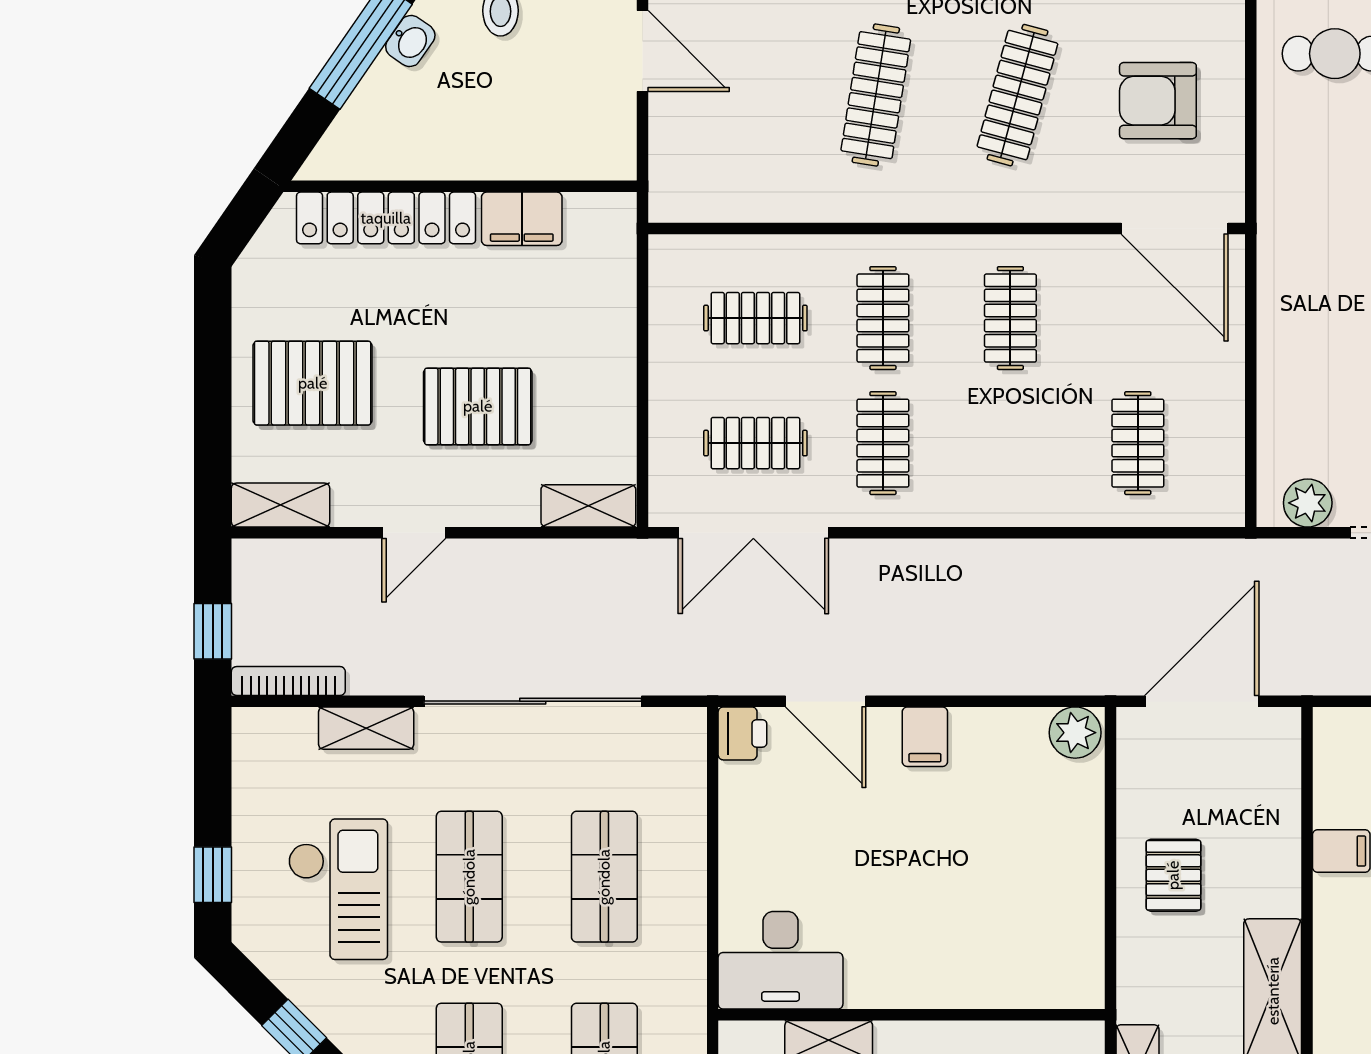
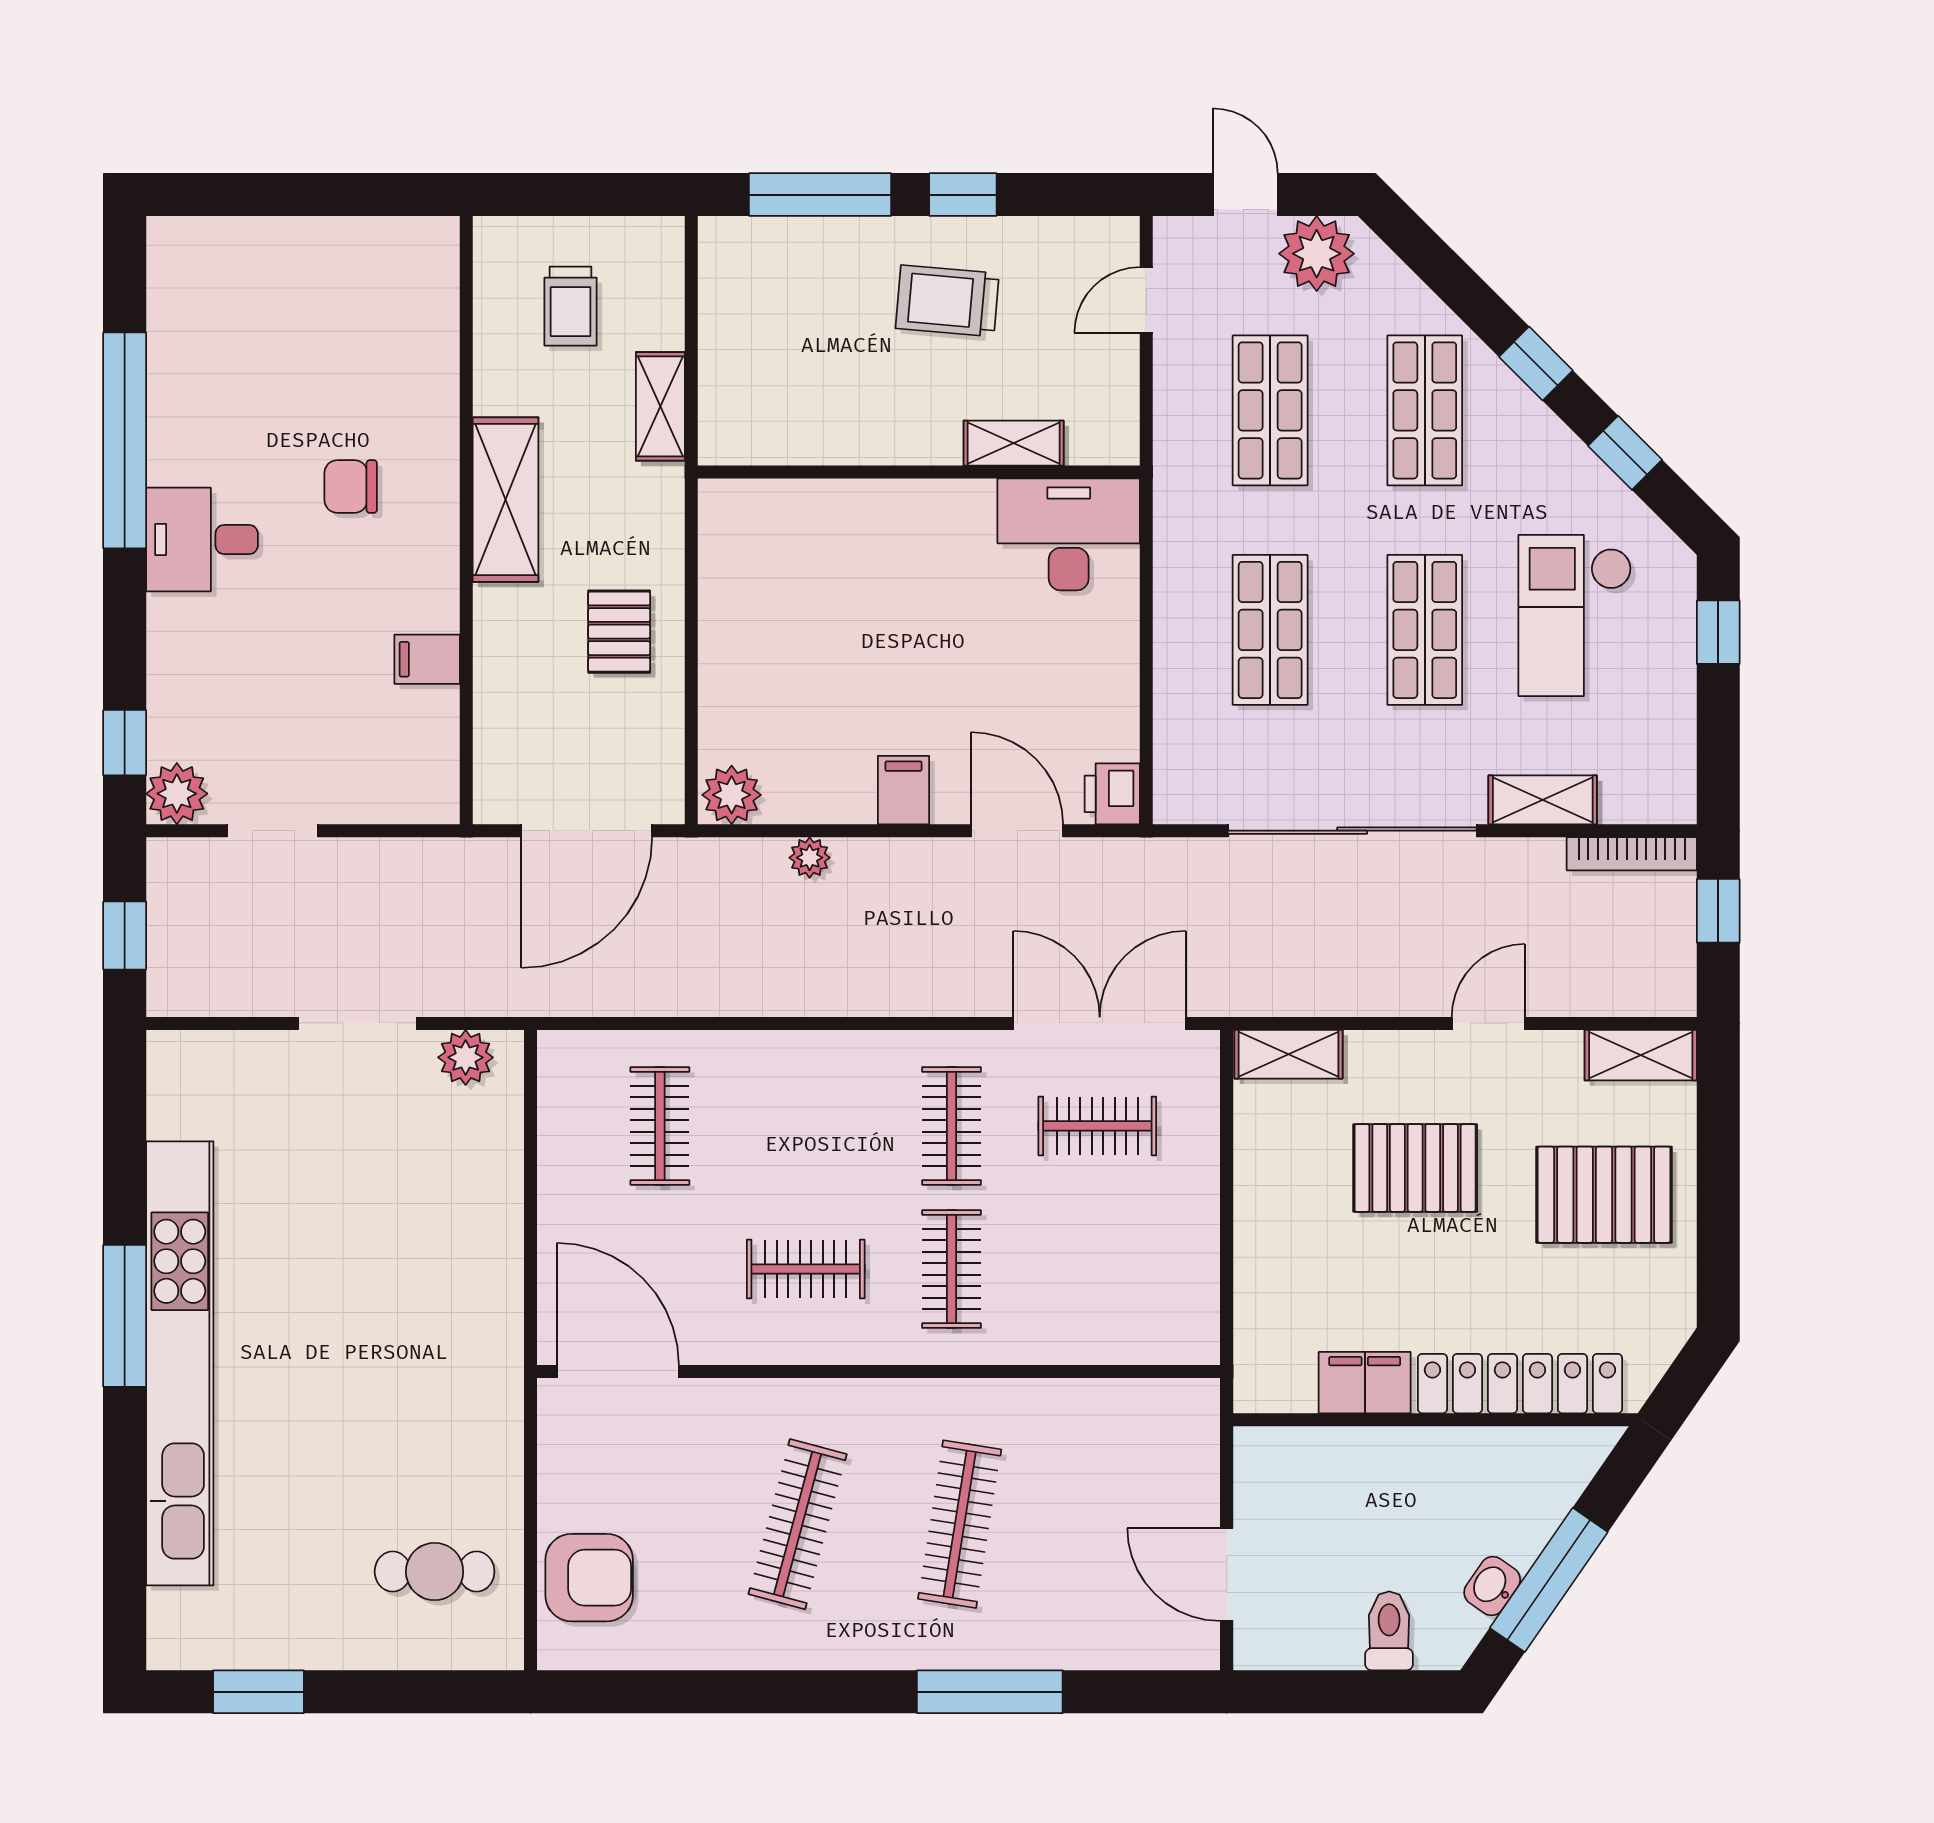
armchair: (1158, 101) -> (589, 1578), moved
clothes rail: (755, 318) -> (1097, 1269), removed
clothes rail: (1010, 318) -> (806, 1269), turned 90
plant: (1007, 678) -> (810, 858), added

